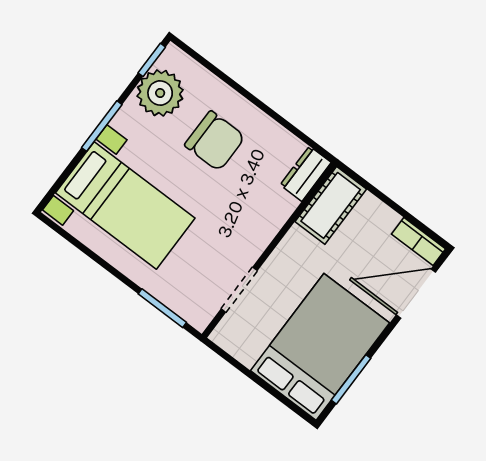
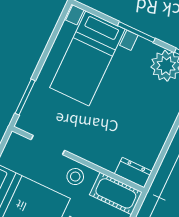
chair: (215, 141) -> (142, 108), removed
stool: (294, 259) -> (75, 177), added

